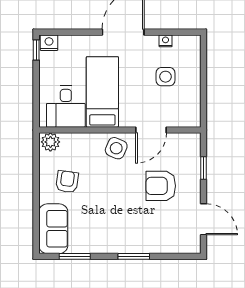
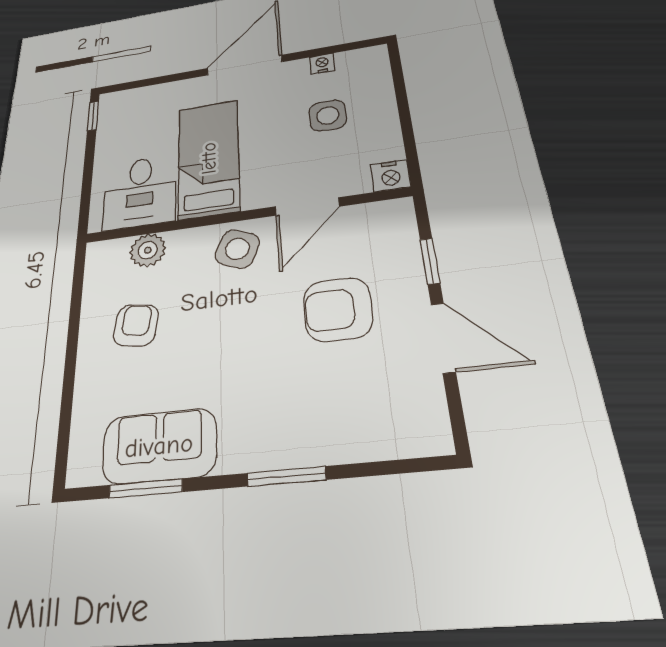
nightstand: (49, 43) -> (391, 176), moved, turned 180
plant: (50, 142) -> (148, 250), moved
door: (203, 219) -> (443, 338), moved
sofa: (53, 229) -> (159, 446), moved, turned -90

